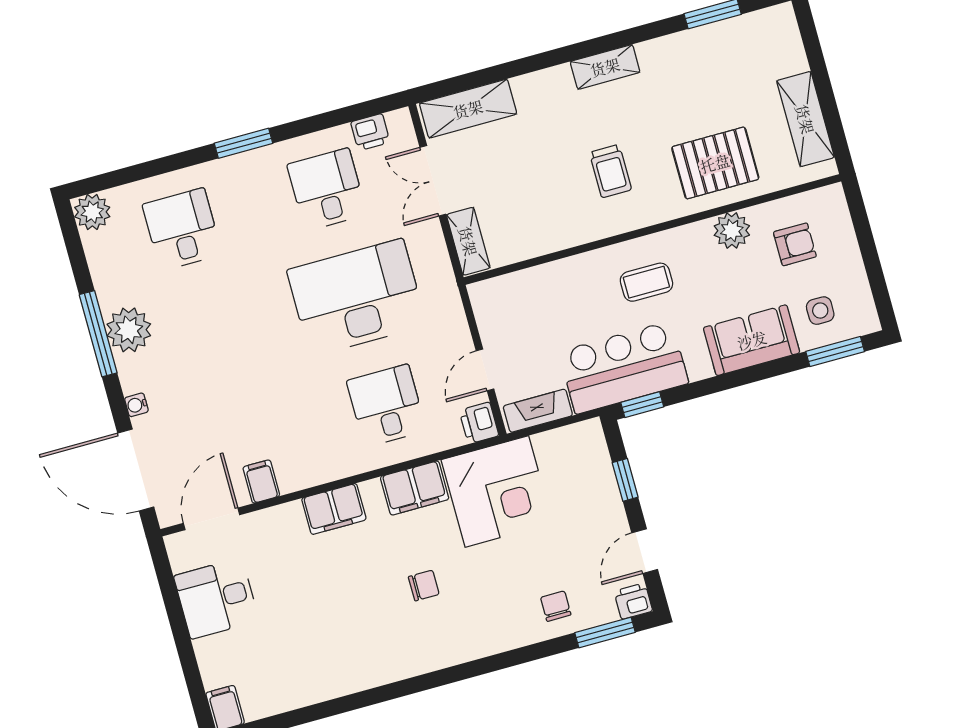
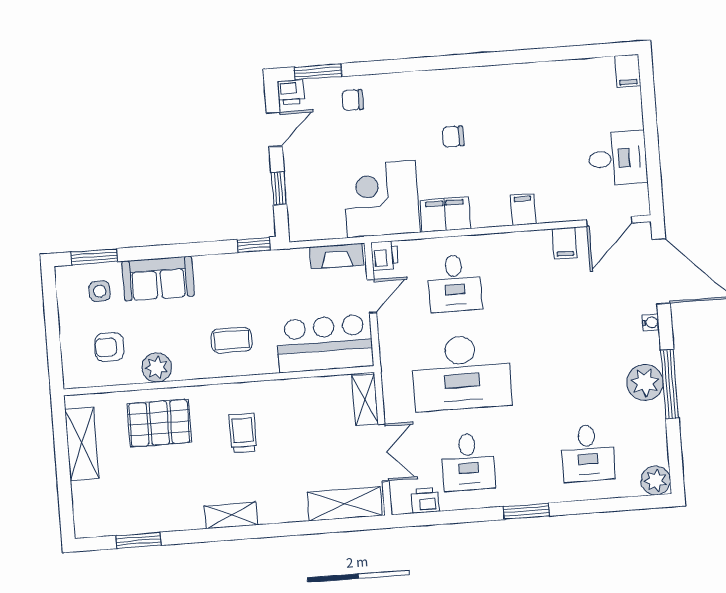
bar counter: (624, 367) -> (325, 343), moved, turned 180
filing cabinet: (334, 509) -> (523, 209), width x0.50
chair: (556, 606) -> (353, 100), turned 90

